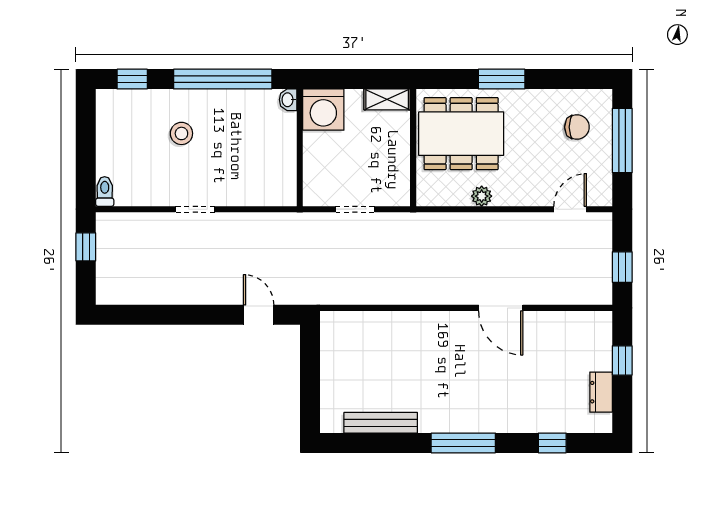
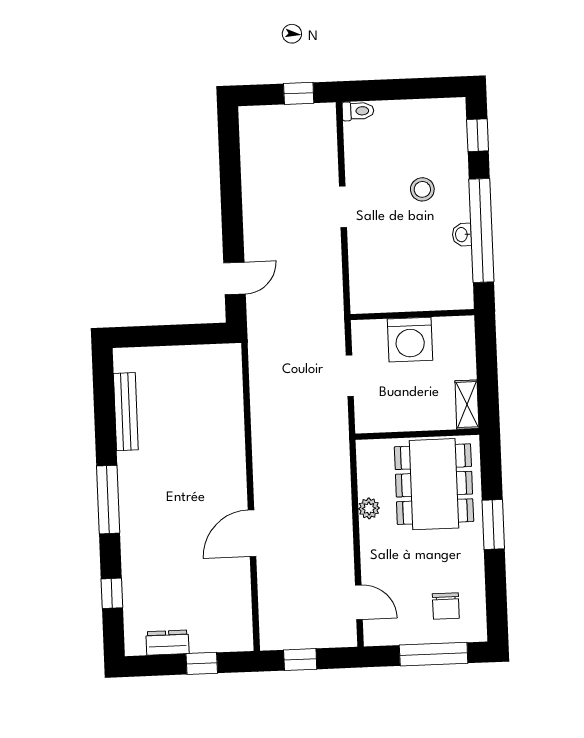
washbasin: (288, 100) -> (462, 235), moved, turned -90
washing machine: (323, 110) -> (410, 340), moved, turned -90

